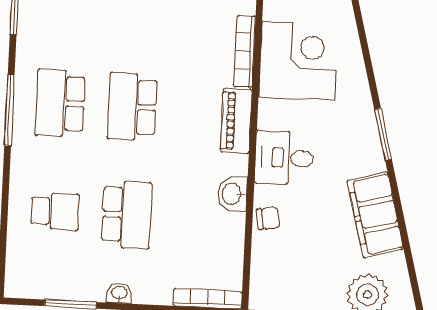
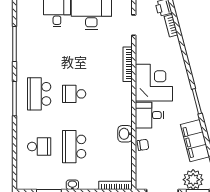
corner desk: (298, 61) -> (154, 83), moved
school desk: (132, 107) -> (74, 94), width x0.54
piano: (236, 121) -> (125, 98), removed
school desk: (127, 215) -> (74, 147), turned 180

